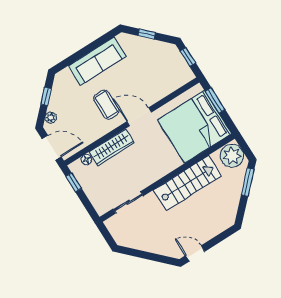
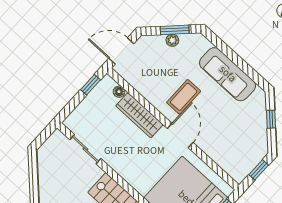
window: (46, 96) -> (175, 30), width x1.50
plant: (51, 118) -> (172, 40), moved
door: (52, 148) -> (121, 51), swing flipped

